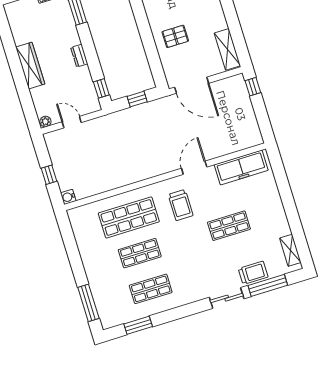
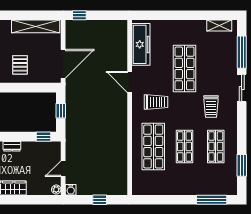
shelving: (227, 49) -> (36, 26), width x1.47
water cooler: (68, 197) -> (71, 190), moved
shop shelf: (229, 226) -> (185, 68), width x1.43, depth x1.36
trolley: (253, 273) -> (211, 107), moved, turned 180

